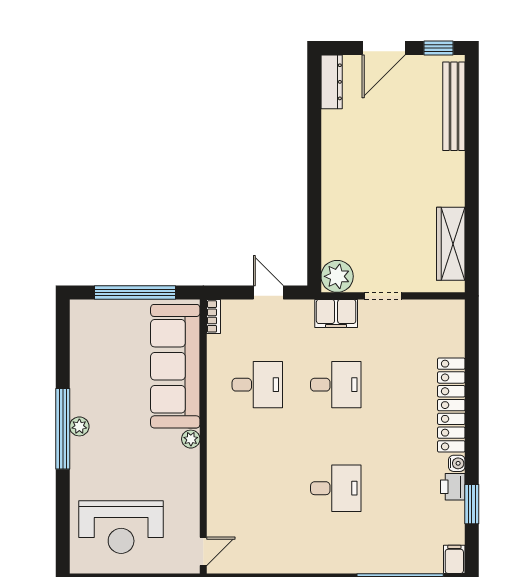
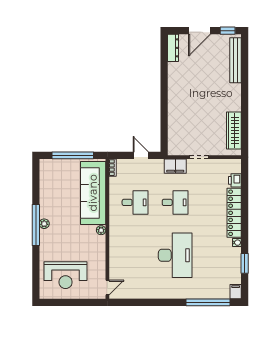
plant: (337, 276) -> (176, 147), removed
printer: (453, 487) -> (235, 180), moved
desk: (336, 488) -> (175, 255), width x1.87, depth x1.30

